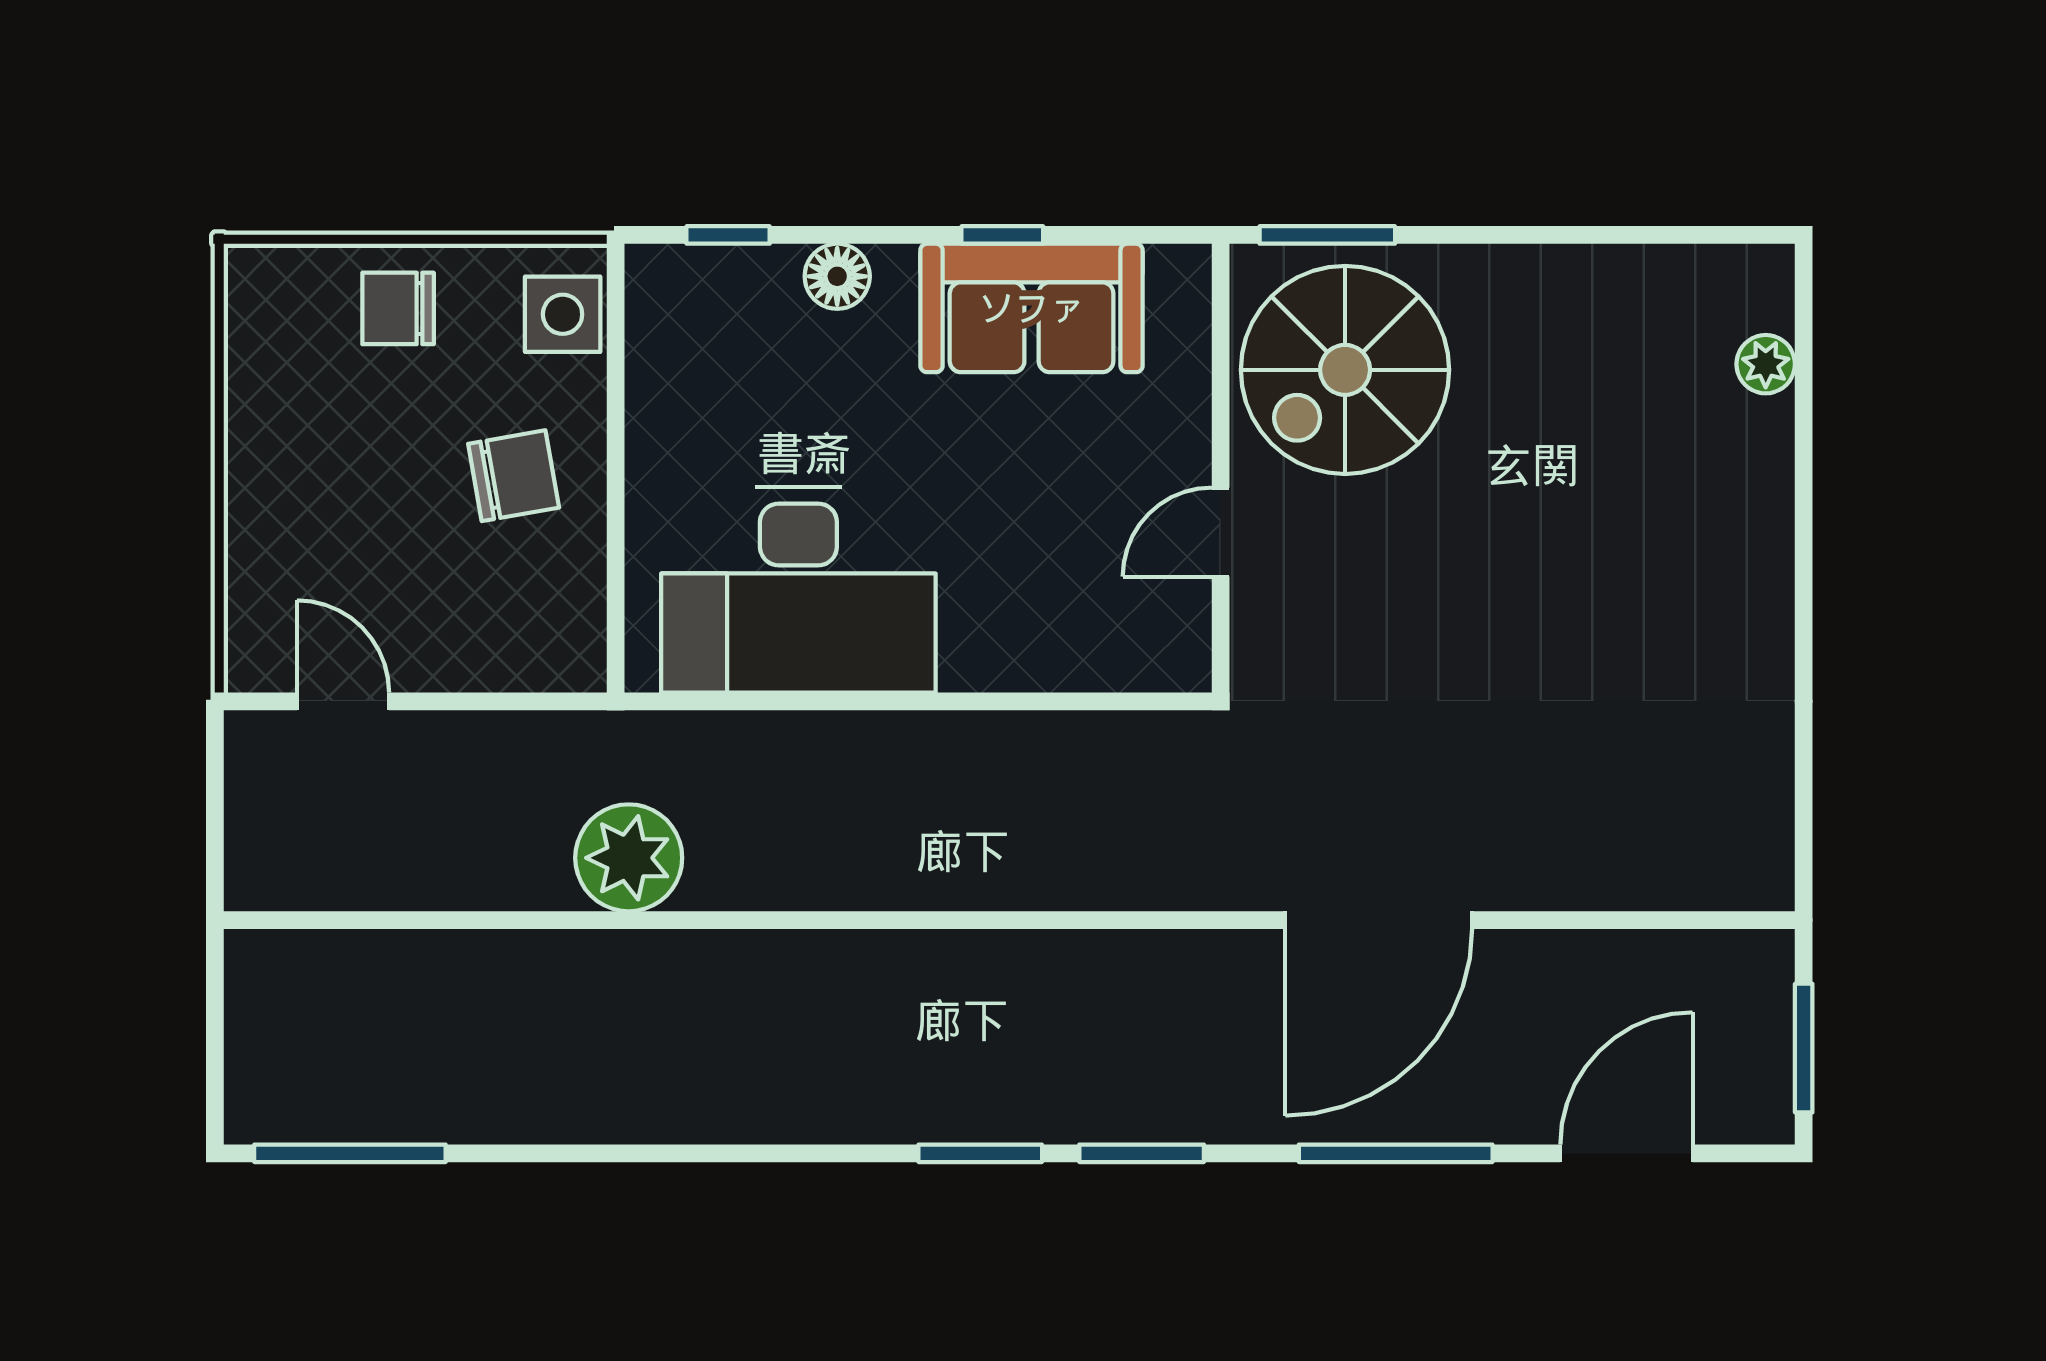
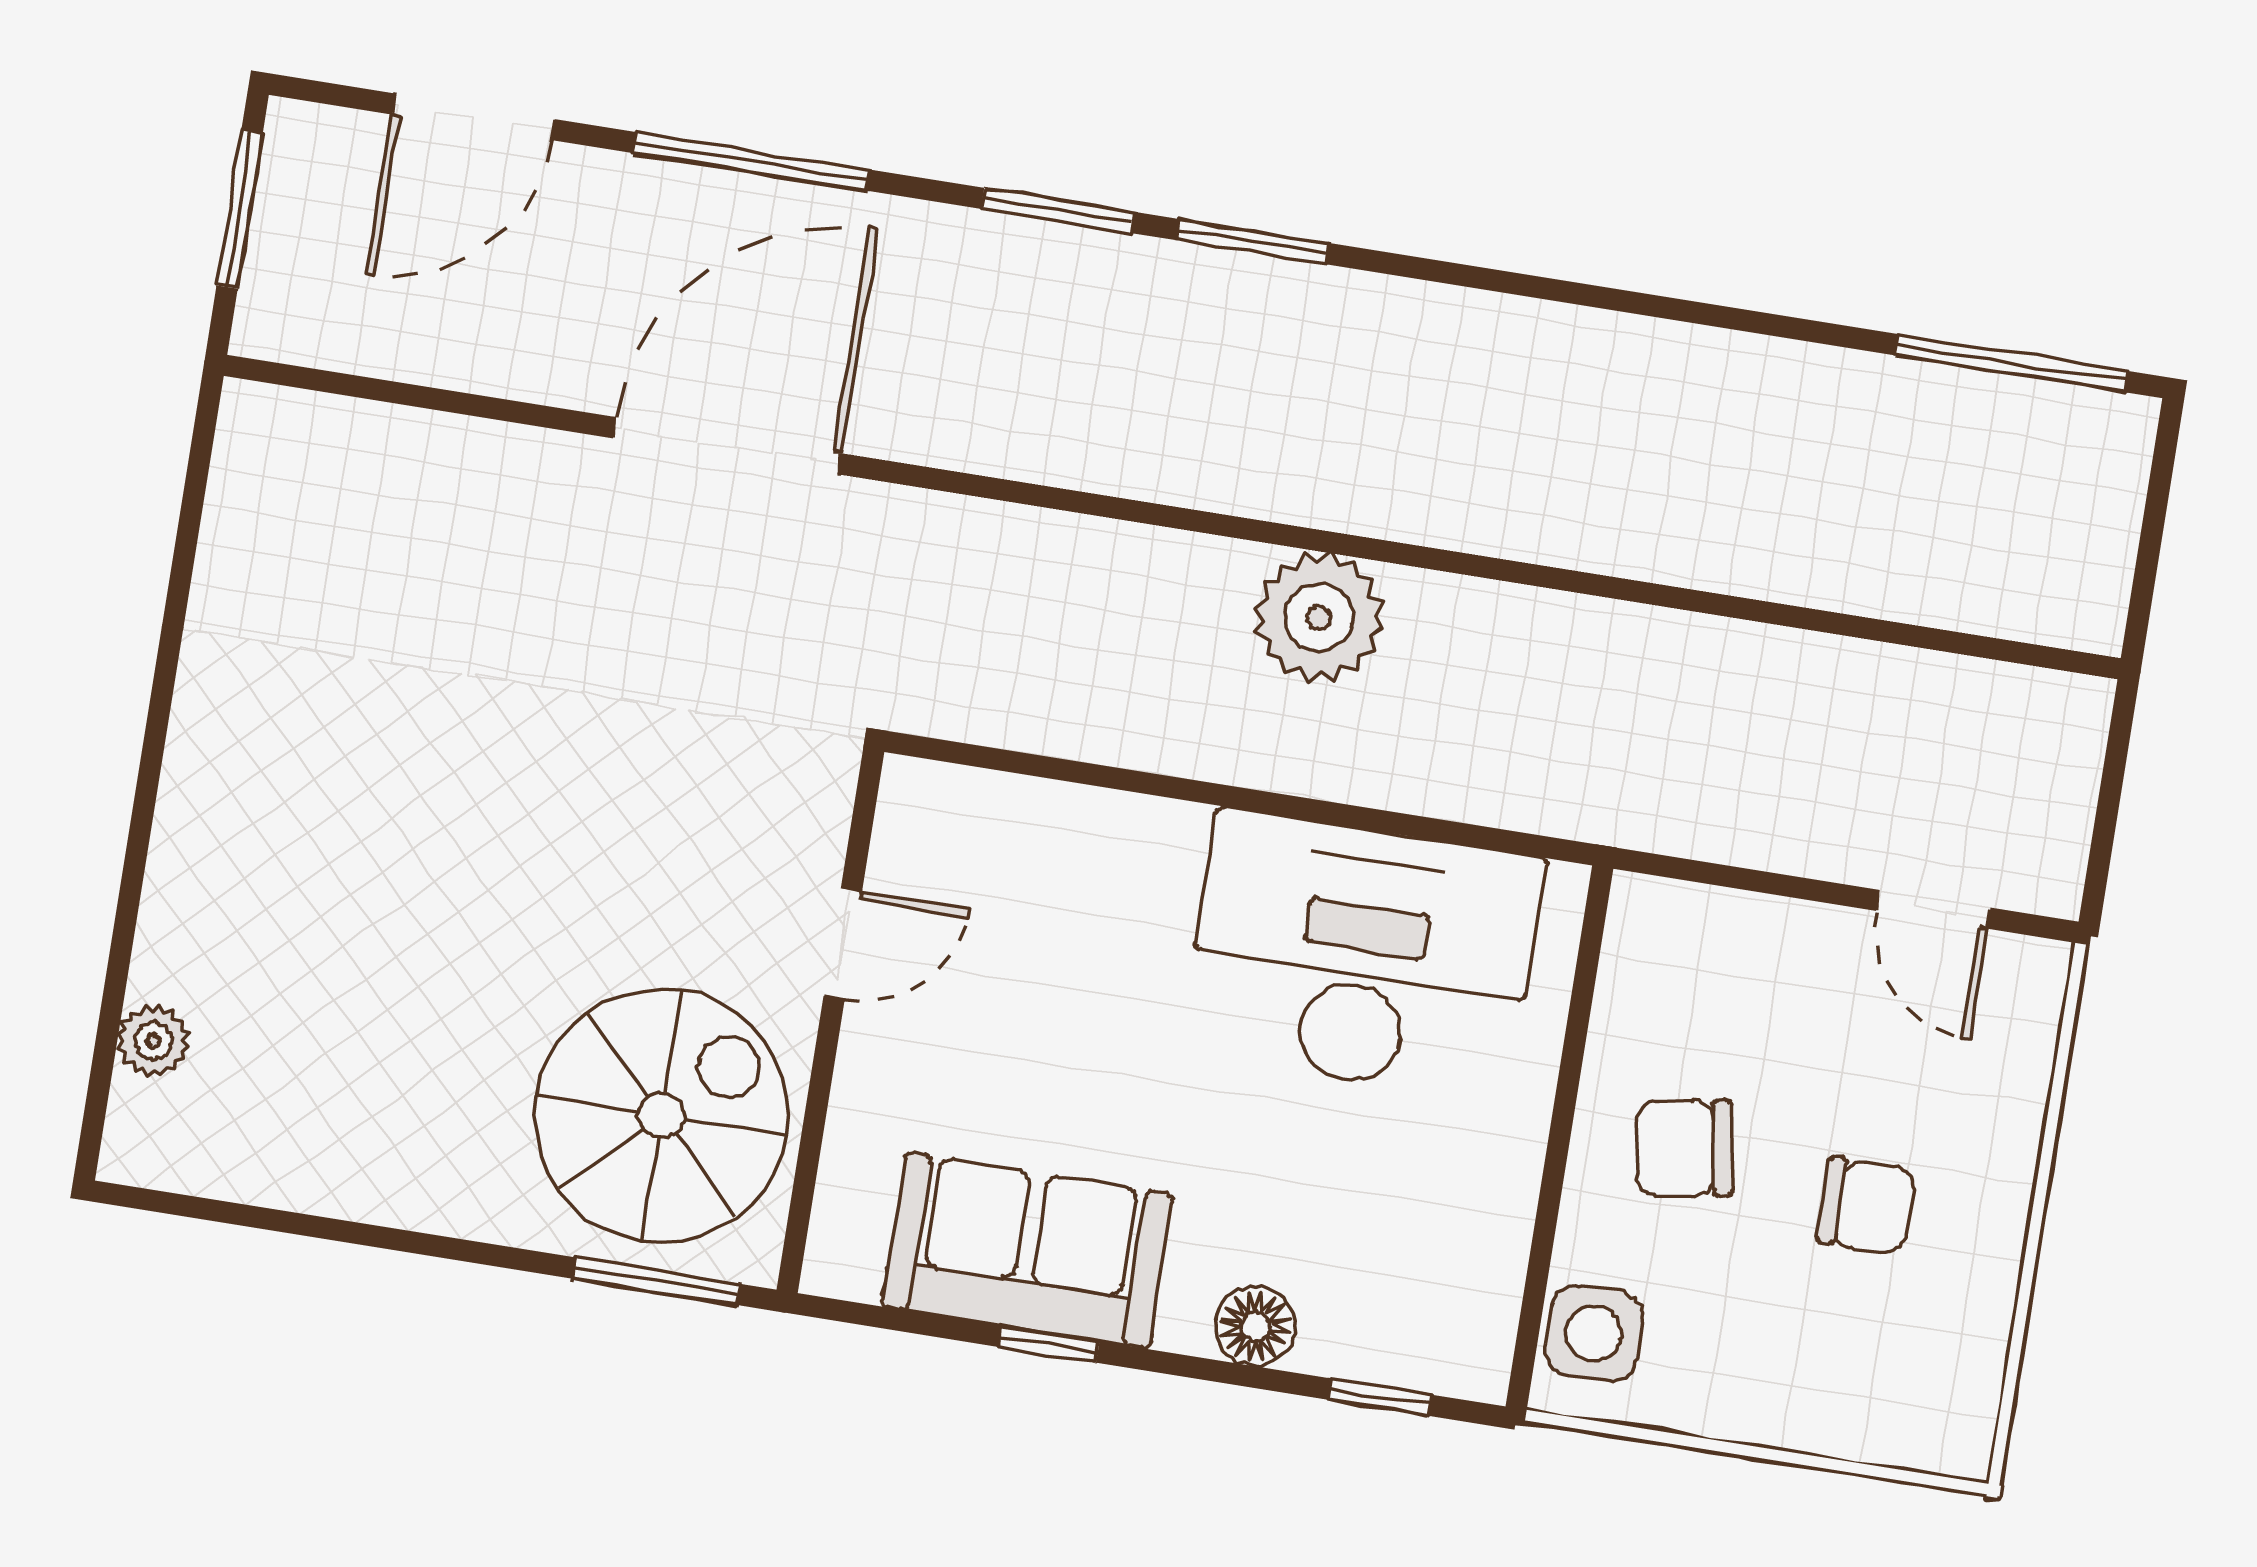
chair: (398, 308) -> (1866, 1206), moved
plant: (629, 858) -> (1319, 617), moved

